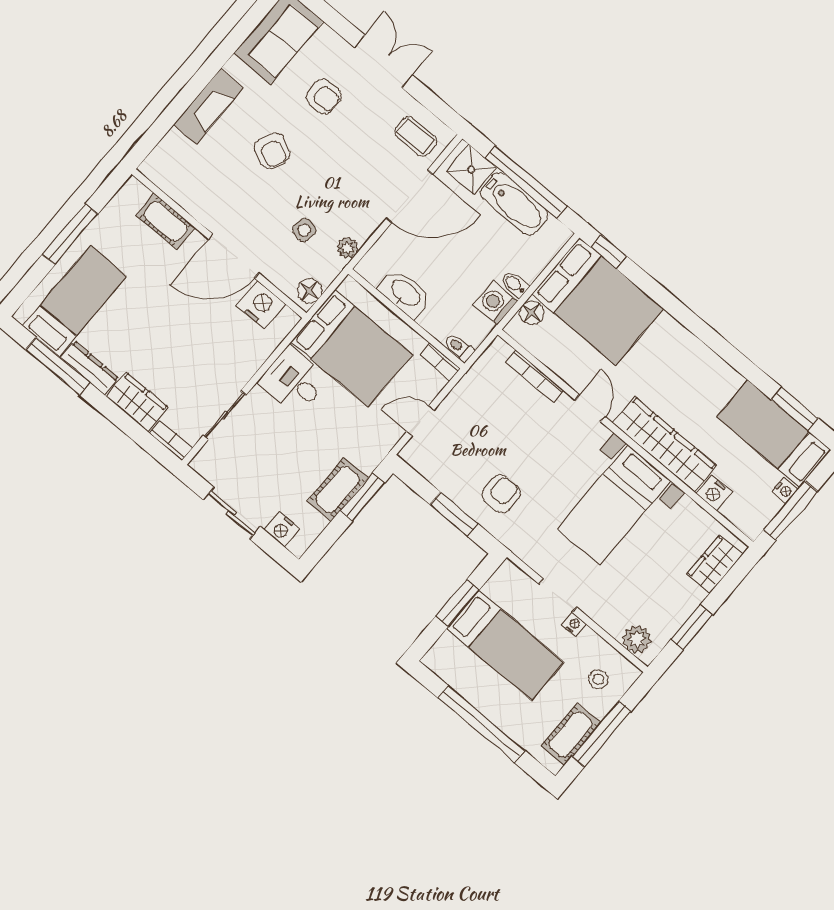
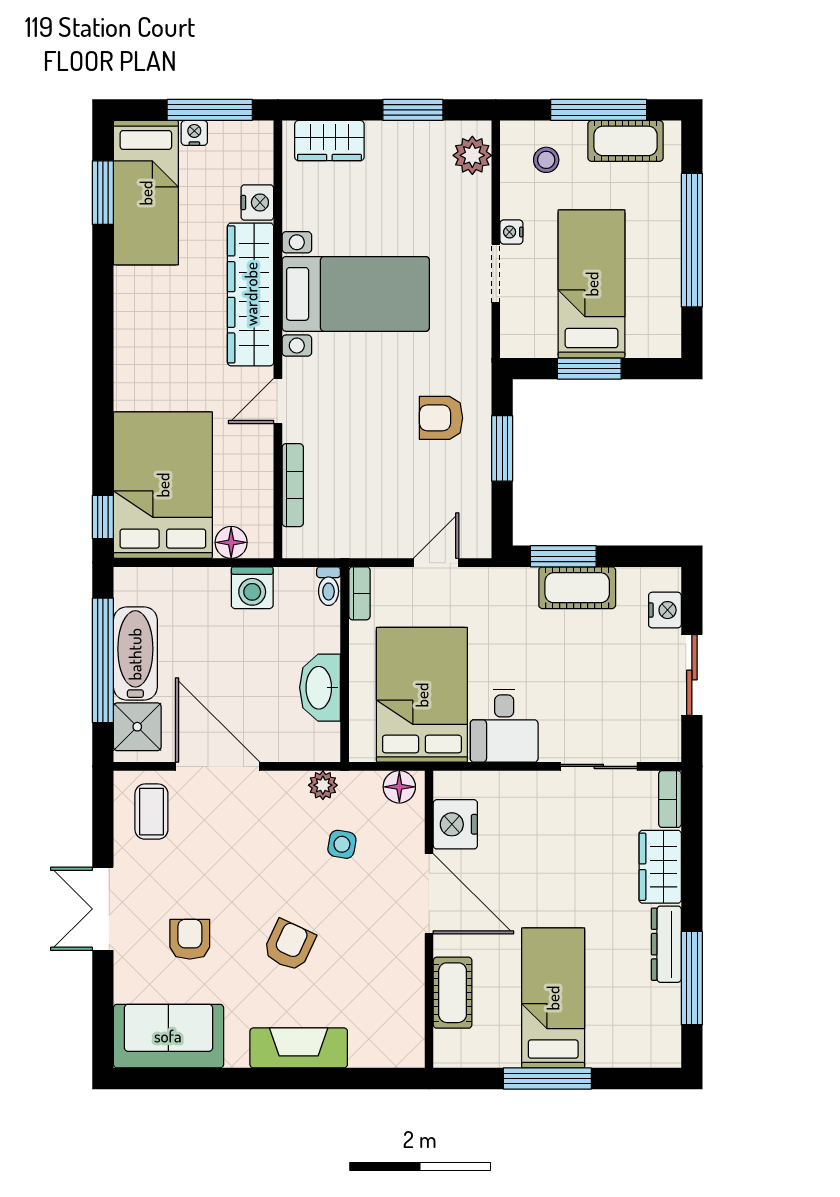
bidet: (515, 284) -> (217, 584), removed
bed: (75, 301) -> (553, 998), moved, turned 90
door: (420, 421) -> (436, 563), swing flipped

